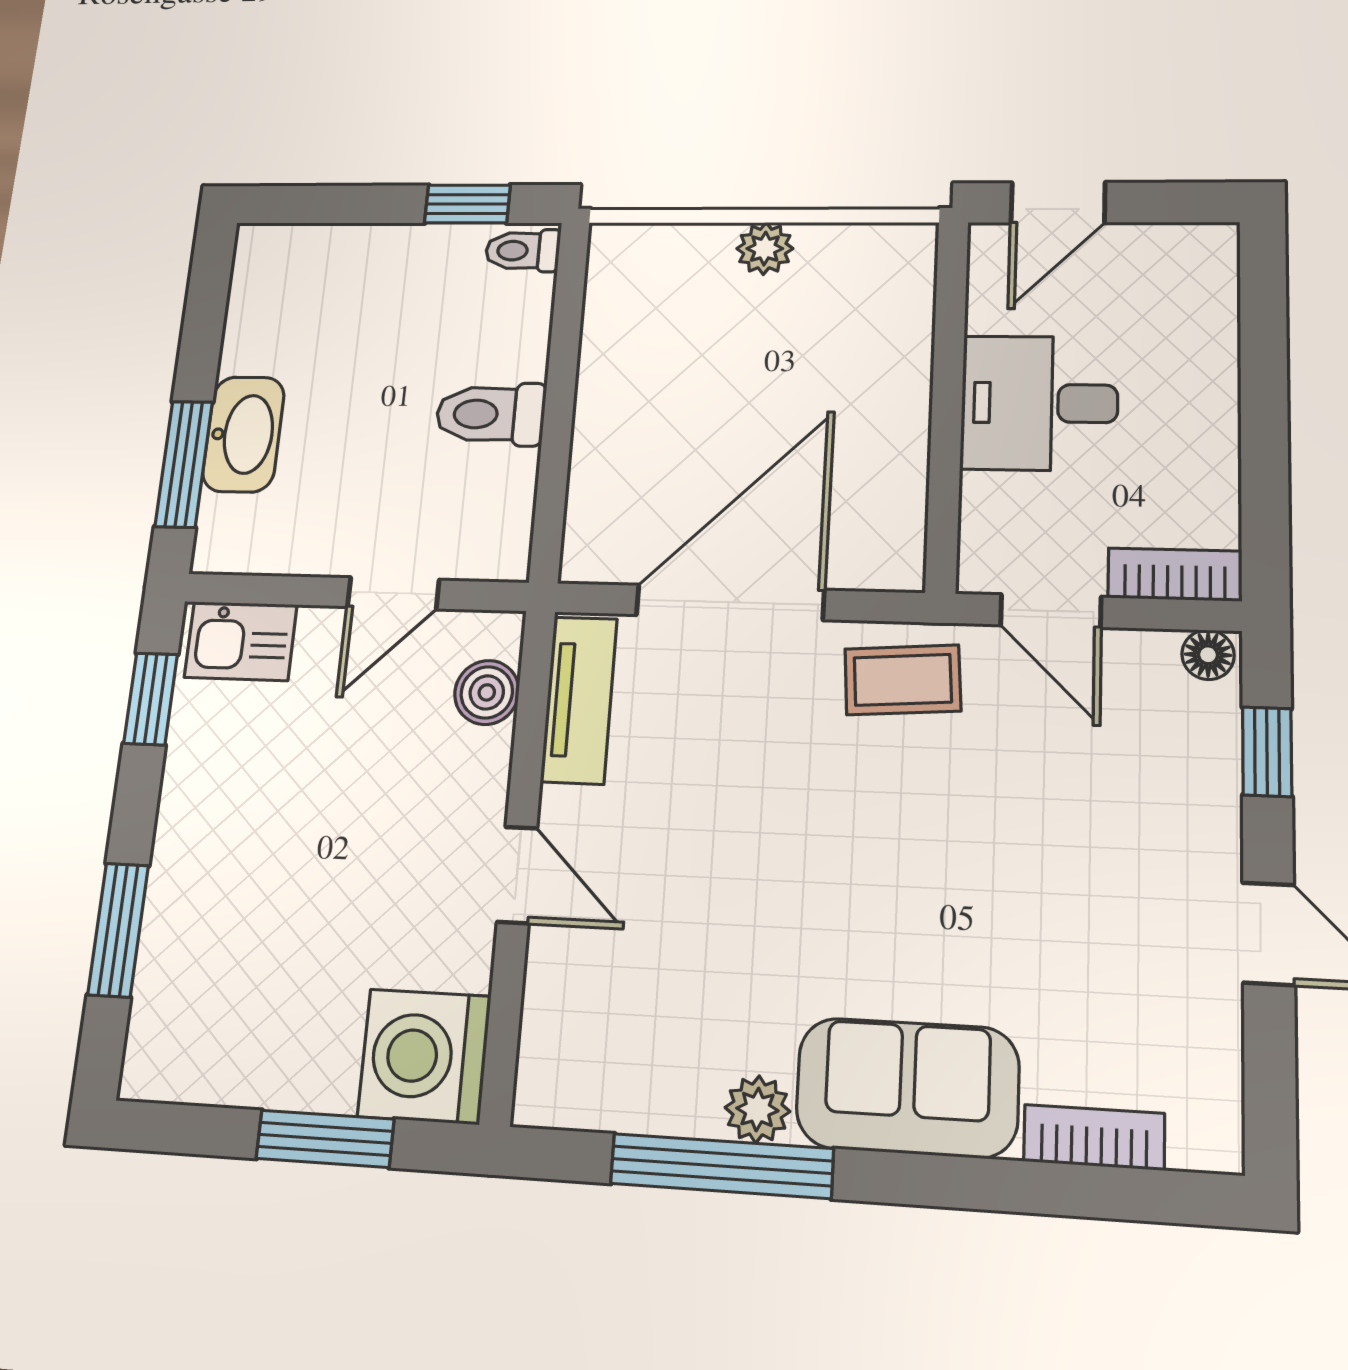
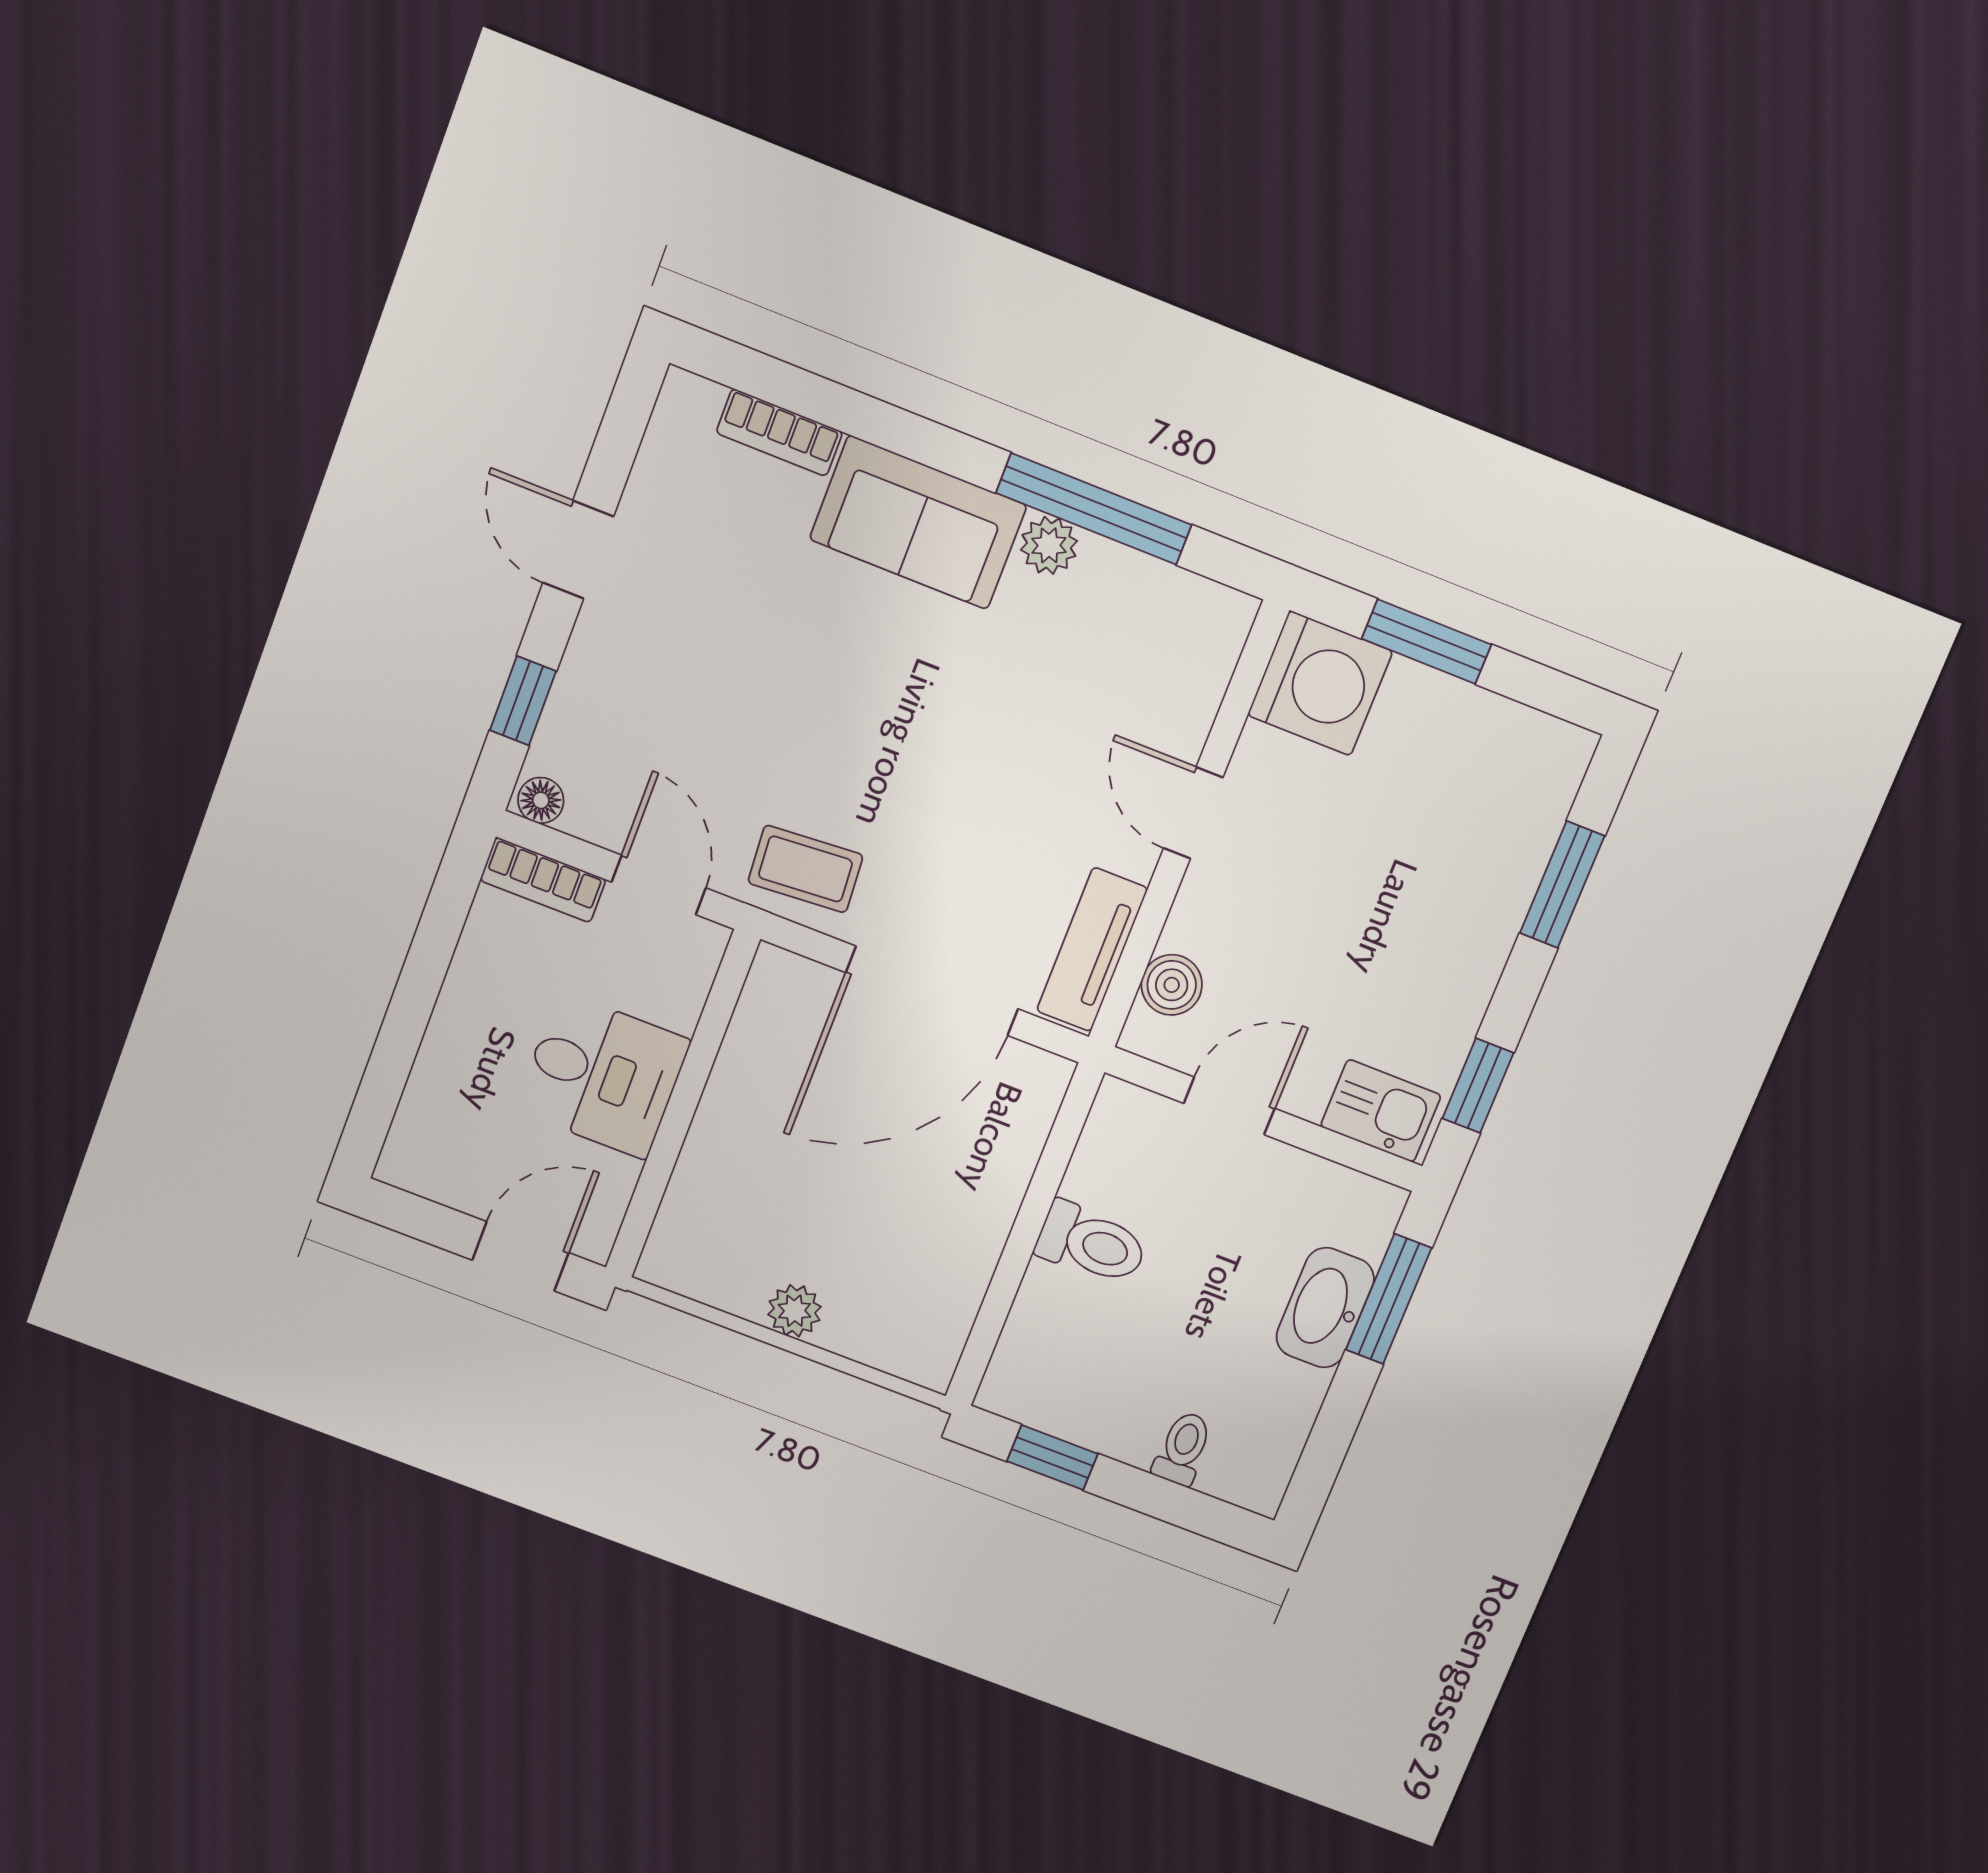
toilet: (523, 251) -> (1183, 1448), moved, turned -90

